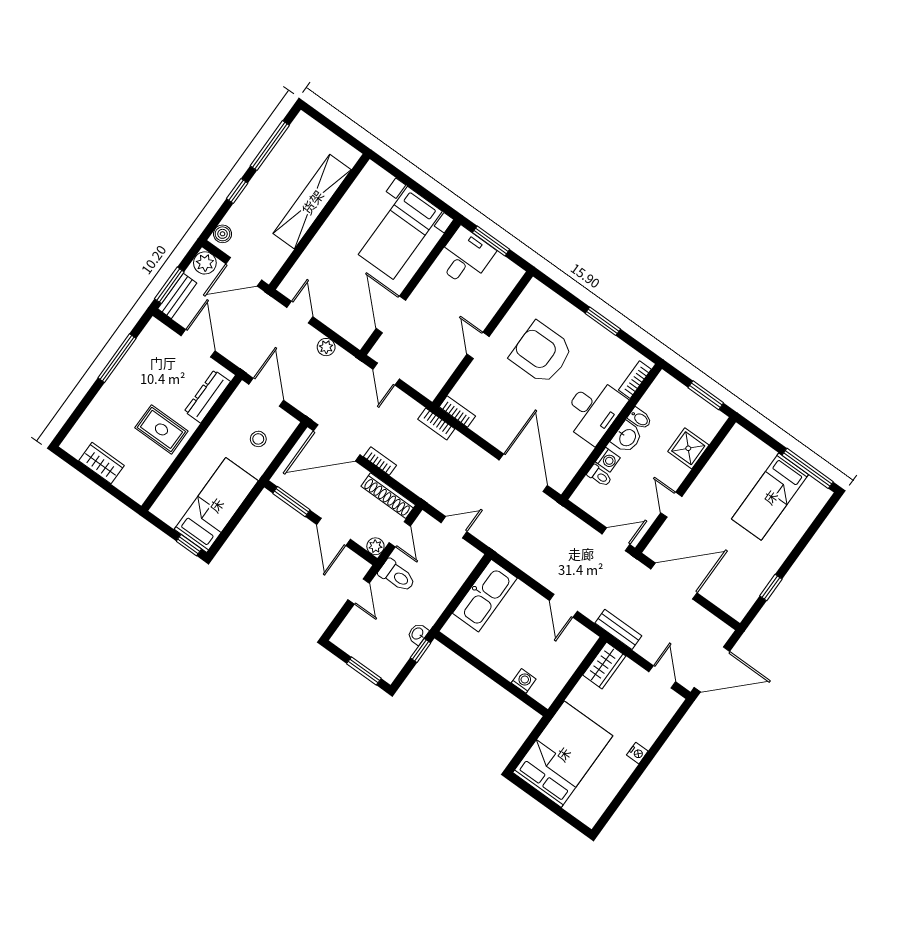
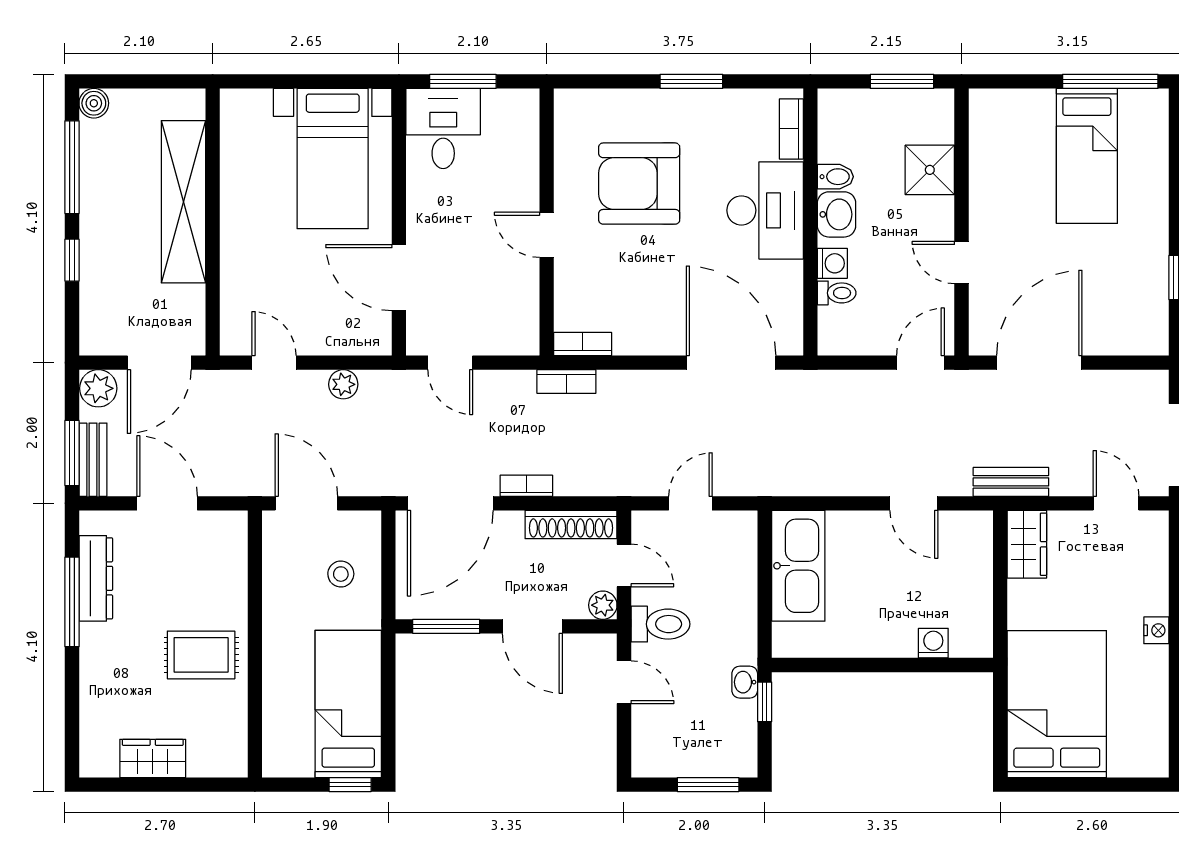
boiler: (223, 234) -> (94, 103), moved
dresser: (207, 396) -> (96, 578), moved, turned 180

